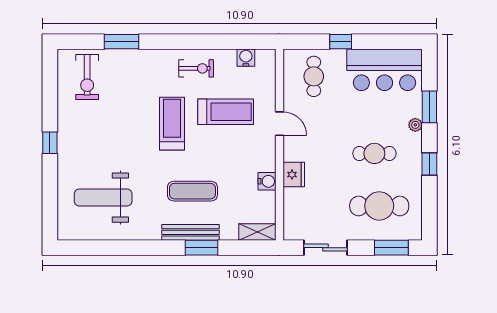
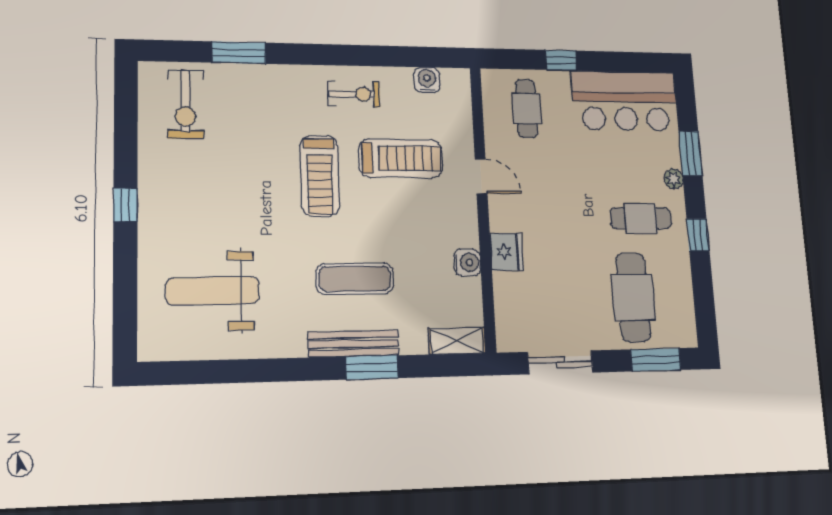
treadmill: (172, 124) -> (320, 176), turned 180
cafe table: (374, 153) -> (641, 218), moved
cafe table: (379, 206) -> (633, 297), turned 90

